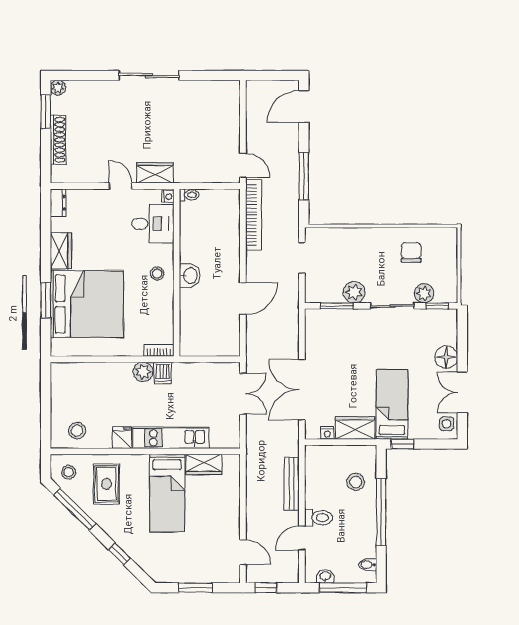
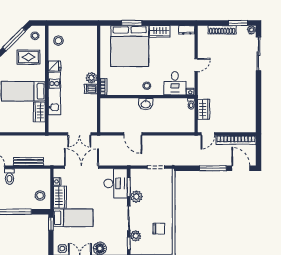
sliding door: (149, 75) -> (258, 54), moved
wardrobe: (155, 173) -> (204, 109), moved
window: (304, 176) -> (213, 168), moved
bookcase: (254, 215) -> (236, 140), moved
desk: (331, 329) -> (116, 183), added
stool: (356, 482) -> (40, 196), moved

